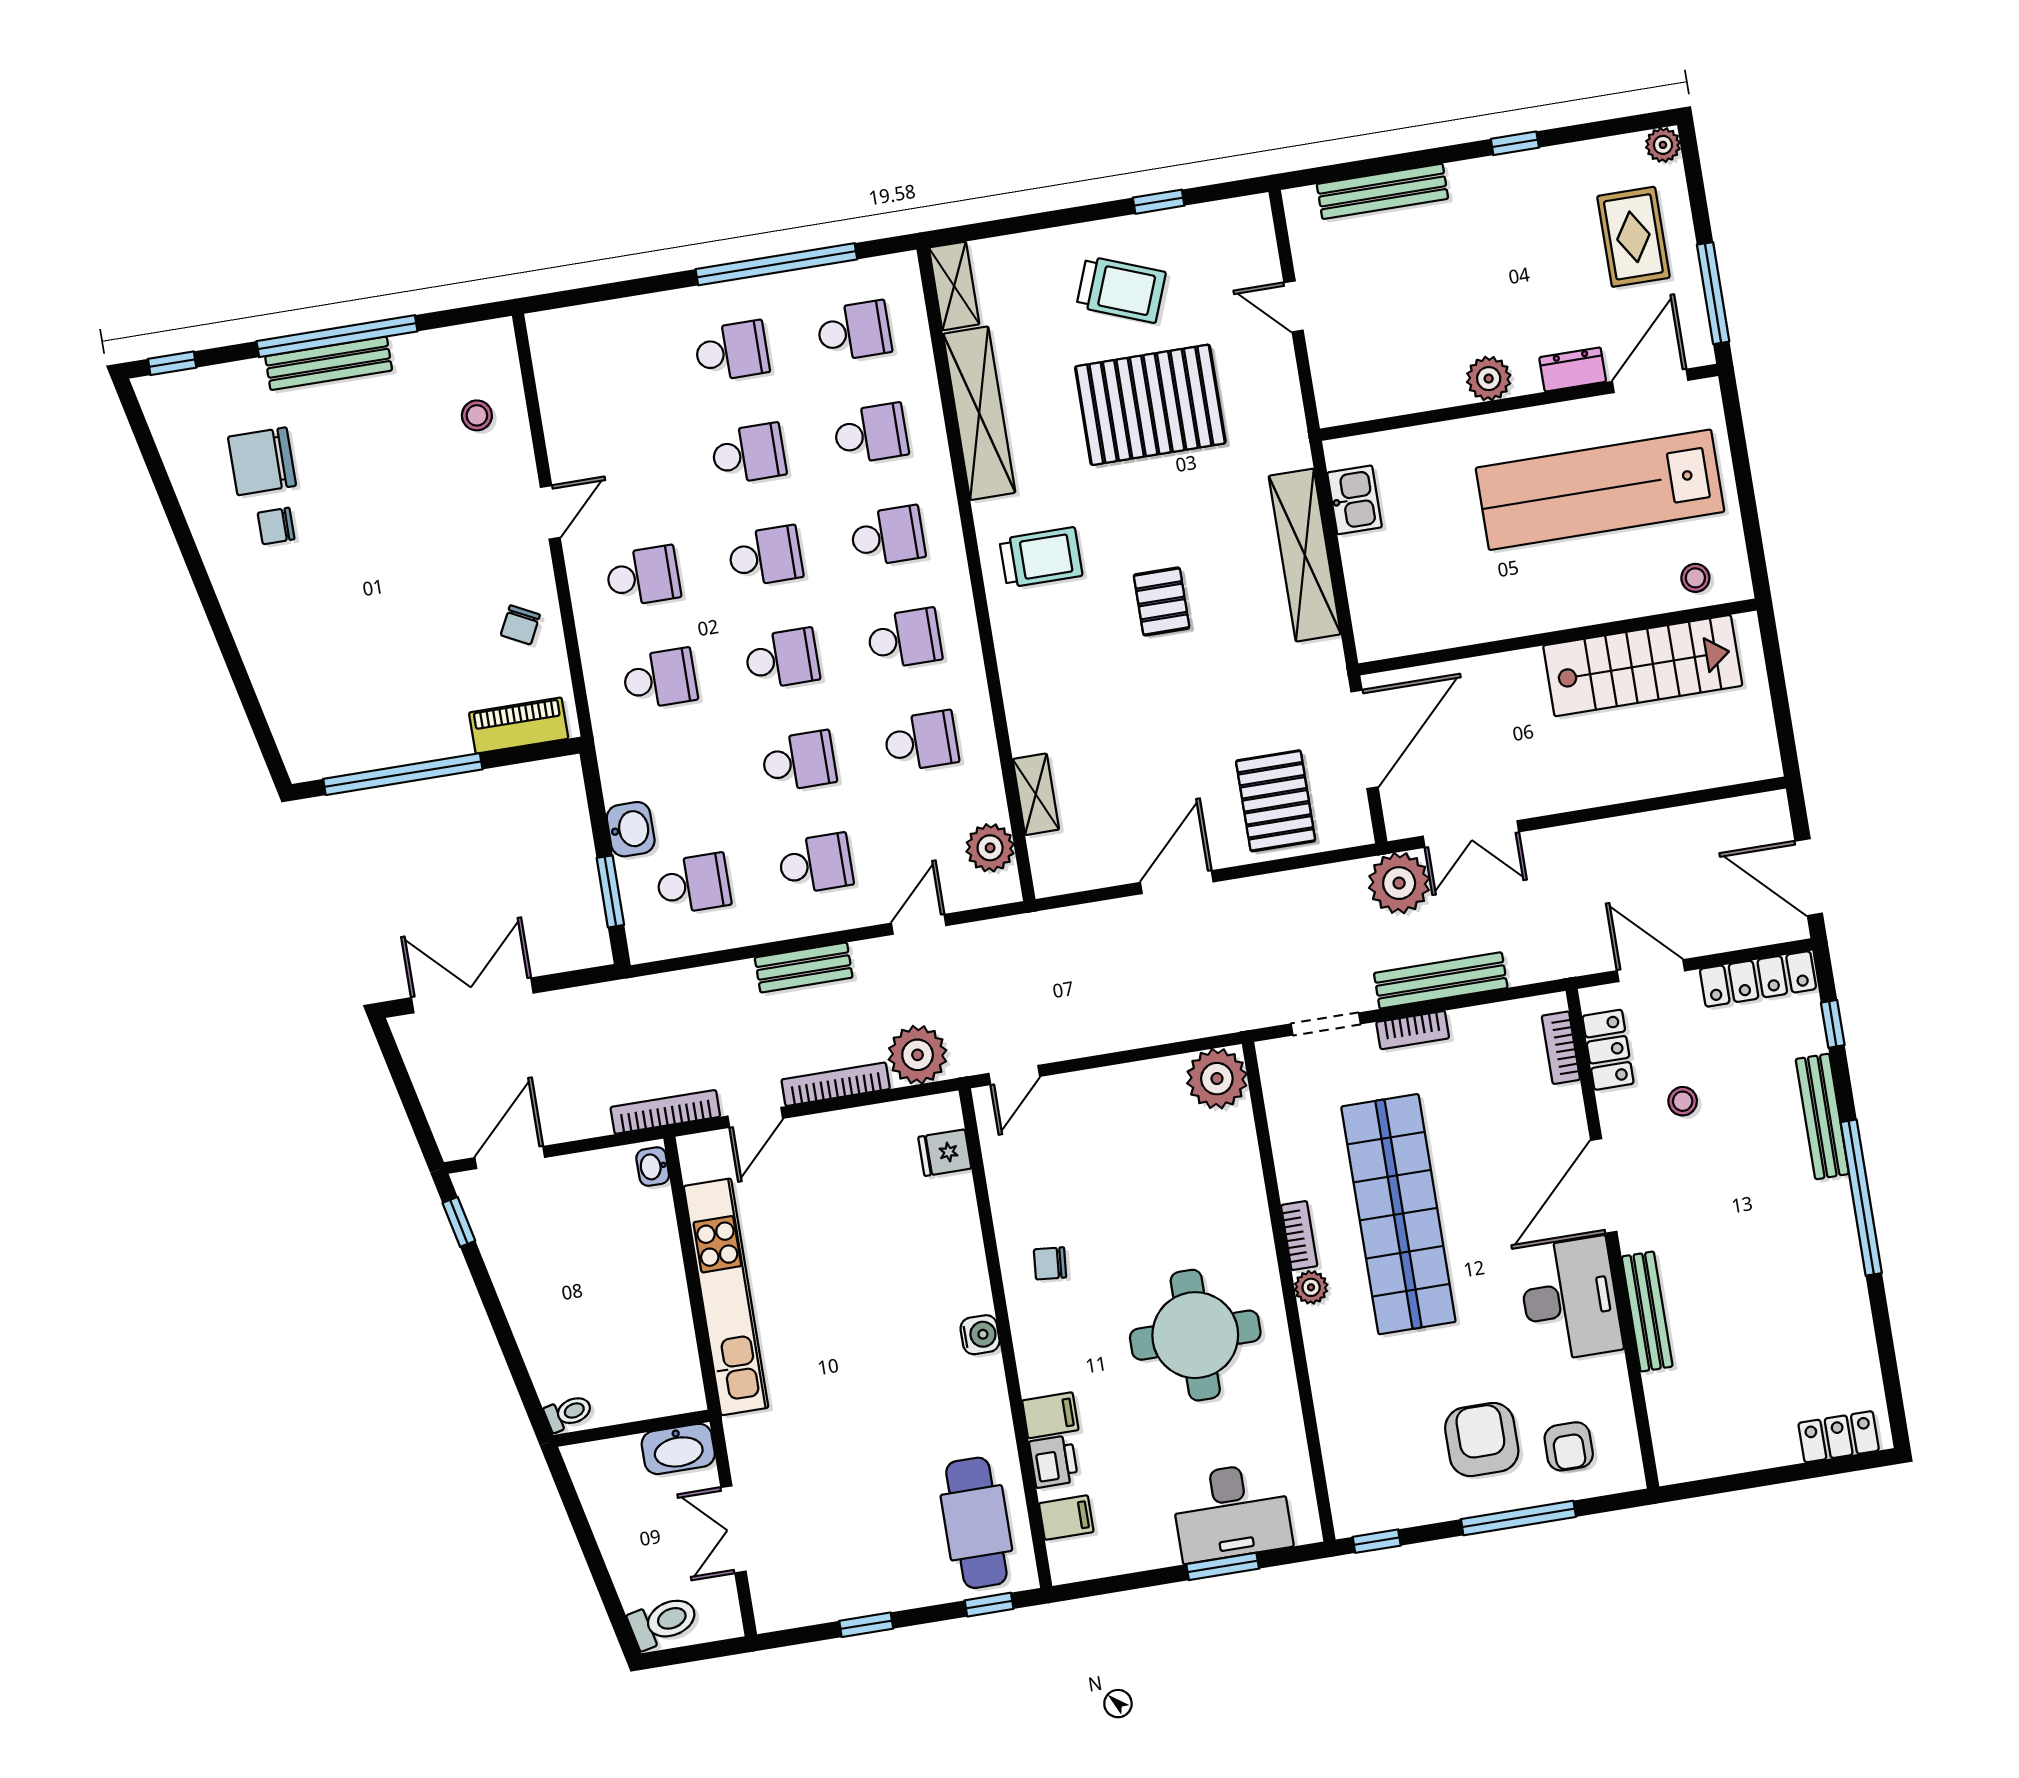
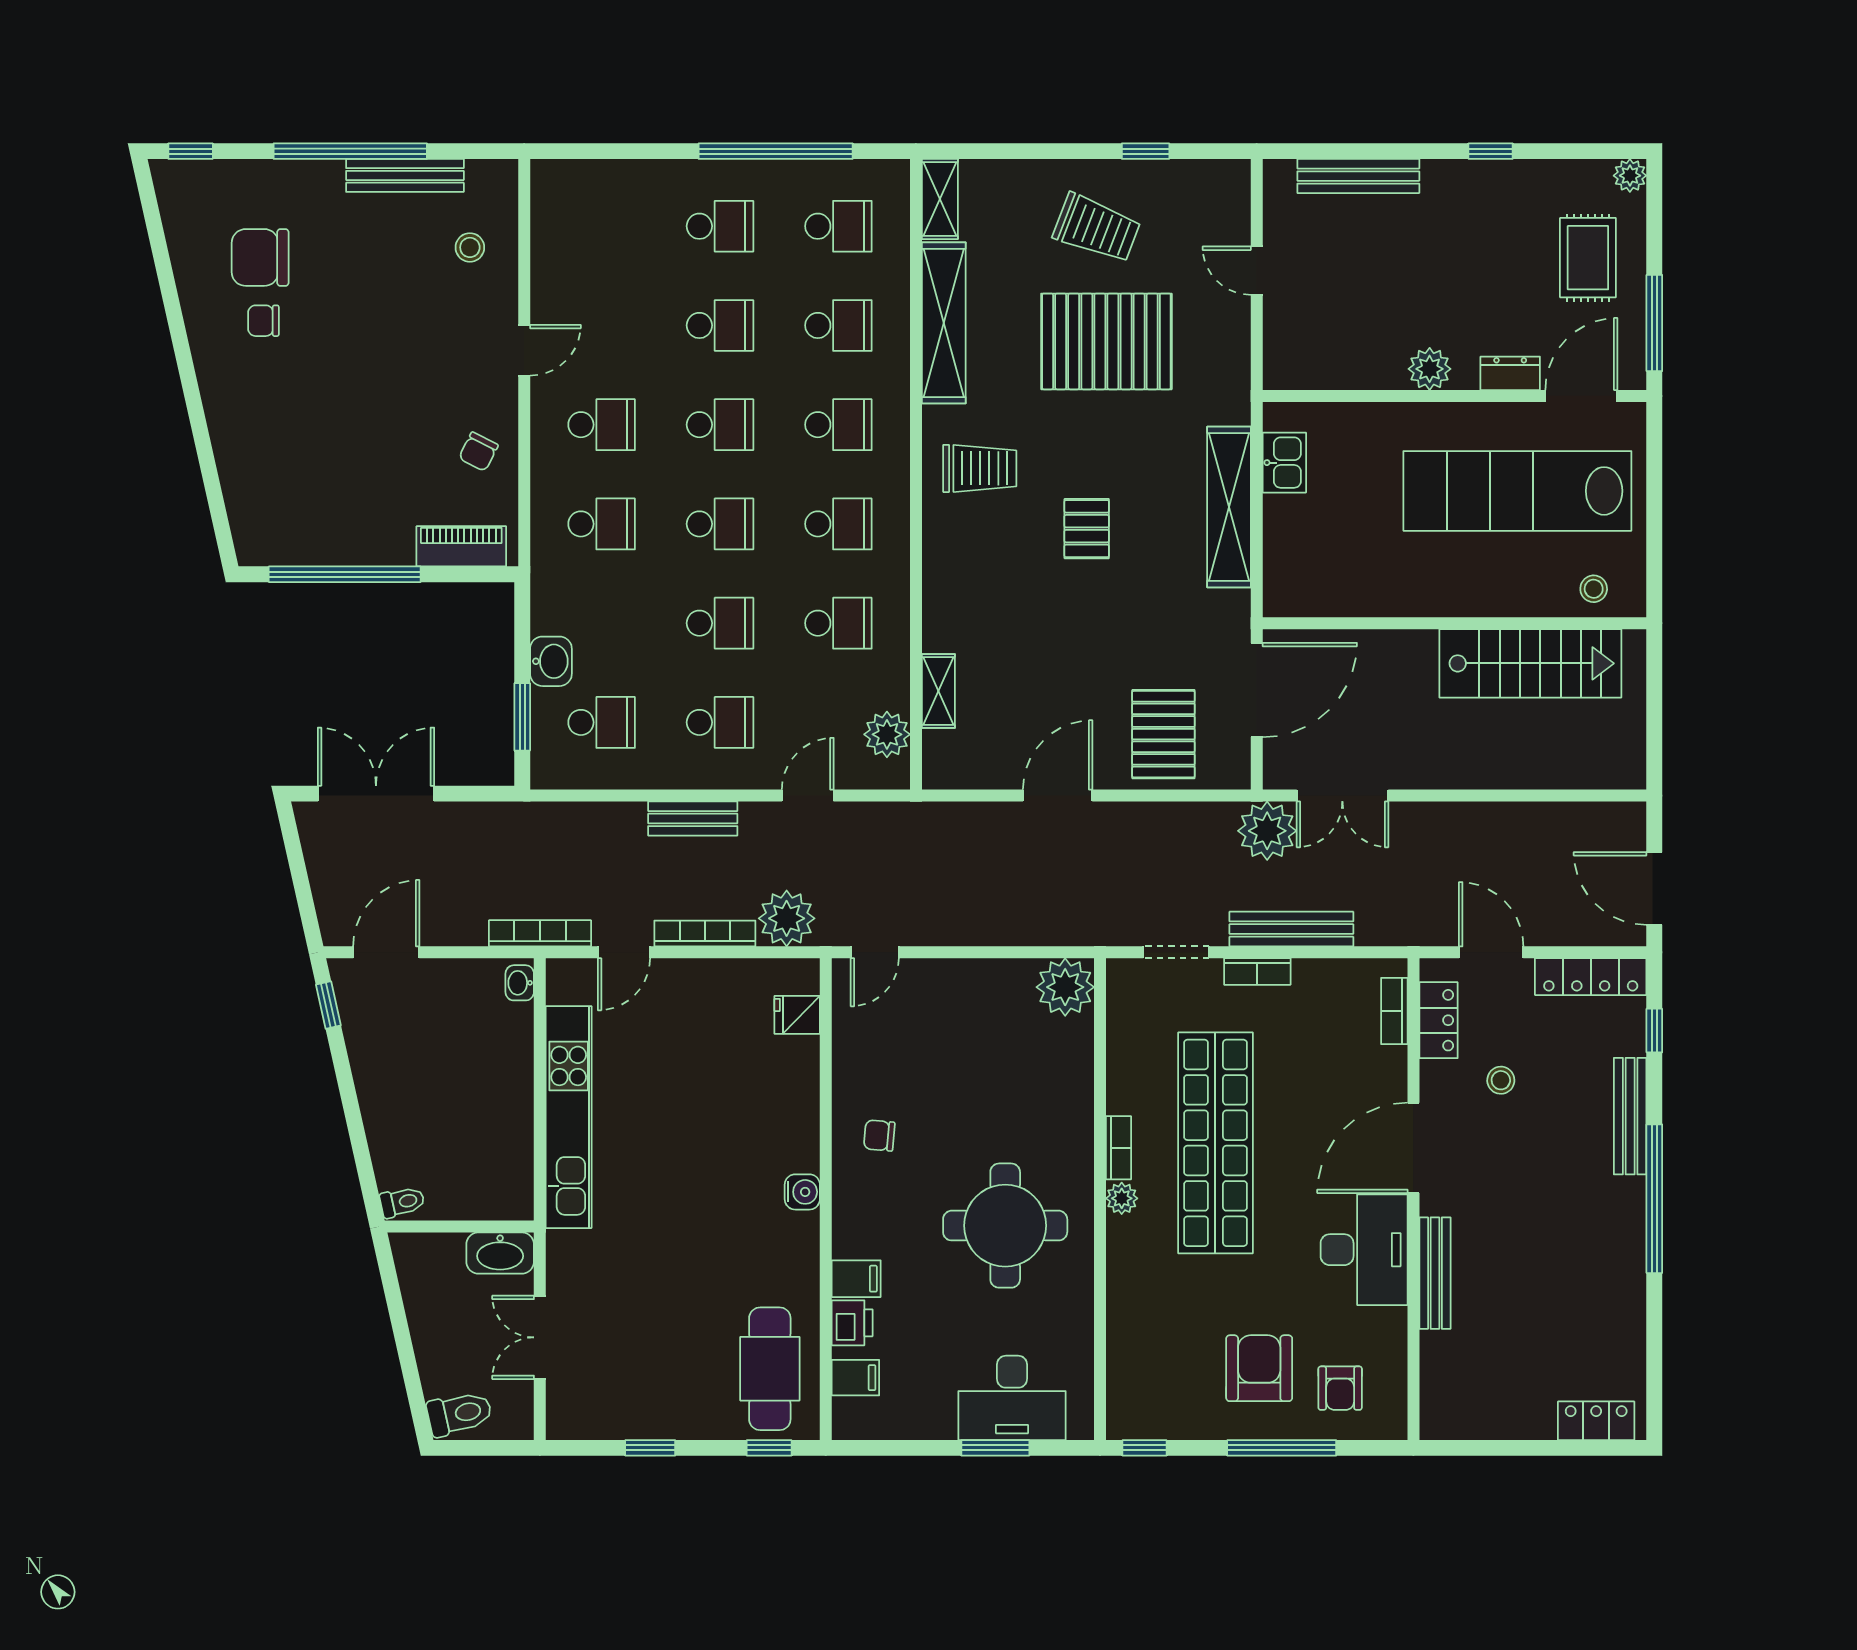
bench: (329, 363) -> (405, 175), moved

